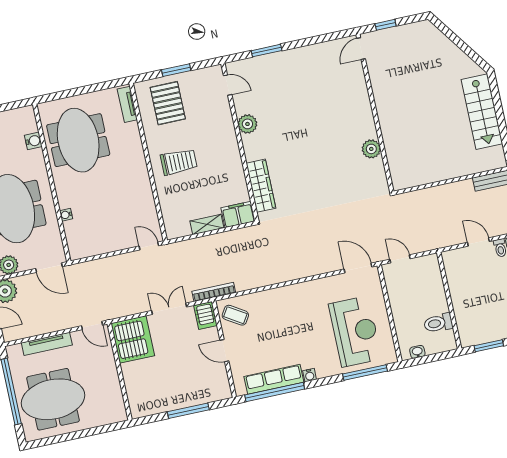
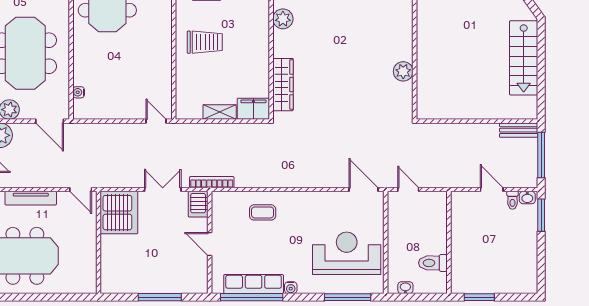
water cooler: (66, 215) -> (79, 92), moved
coffee table: (235, 315) -> (263, 212), moved, turned -32
reception desk: (355, 331) -> (347, 253), turned -90

